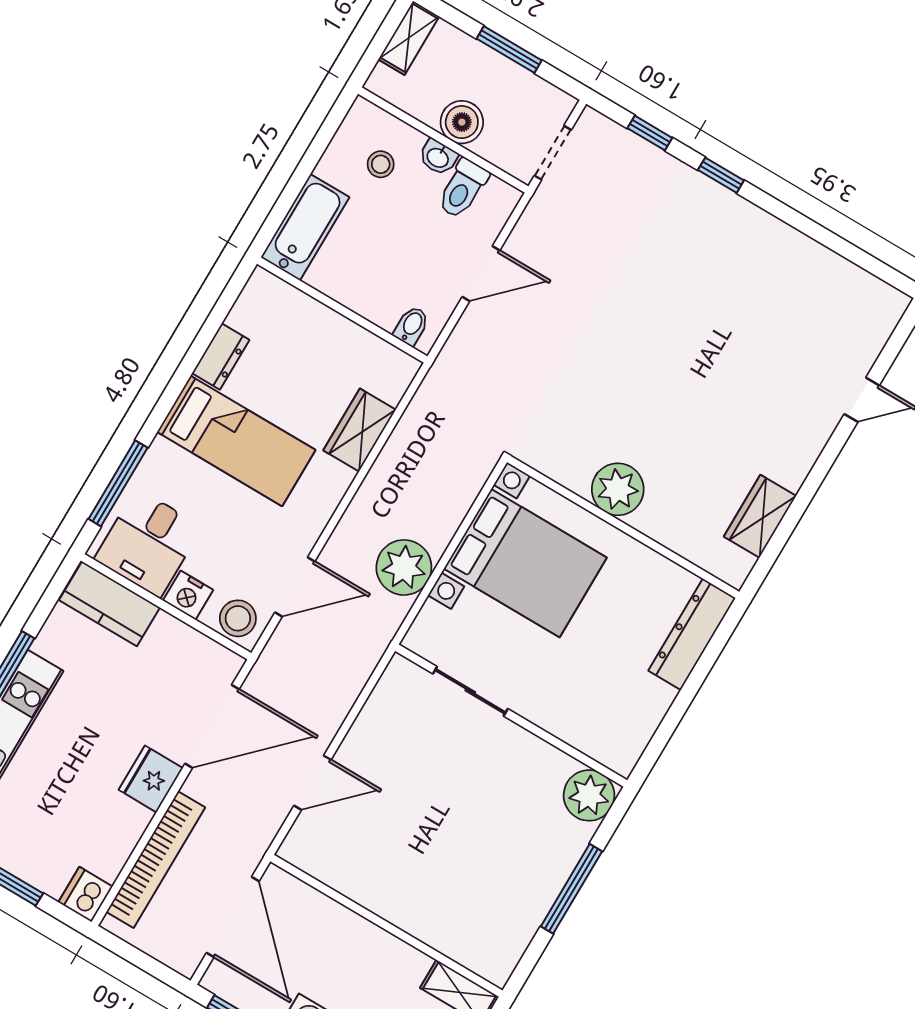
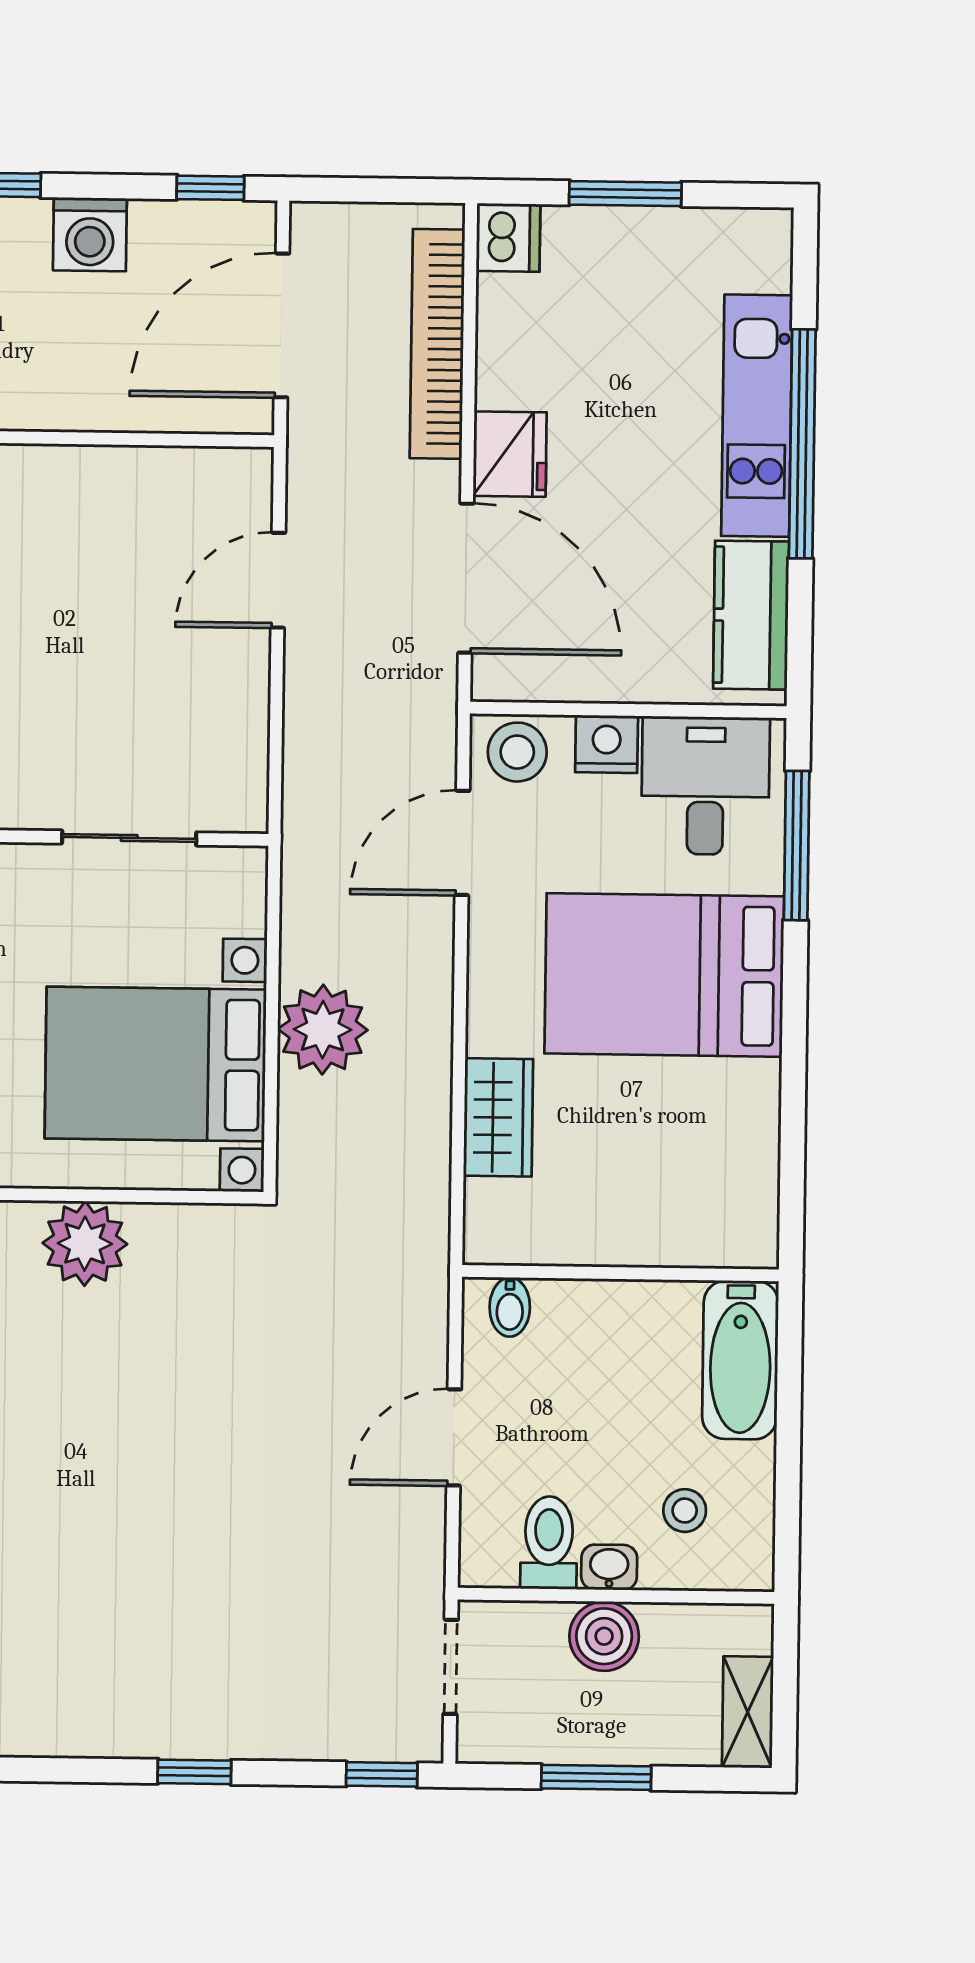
window: (650, 133) -> (382, 1774), moved
dresser: (221, 357) -> (755, 1108), removed
bed: (236, 441) -> (664, 975), width x1.50
plant: (404, 567) -> (323, 1030), moved
kitchen counter: (109, 604) -> (751, 615), moved, turned -90
door: (212, 726) -> (466, 578), swing flipped
door: (233, 917) -> (282, 325), hinge flipped

